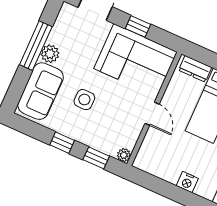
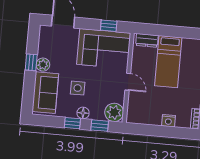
window: (138, 26) -> (109, 26), moved
window: (36, 46) -> (31, 62), width x0.46
floor lamp: (80, 134) -> (83, 113), added
plant: (124, 155) -> (114, 112), width x1.88, depth x1.88

